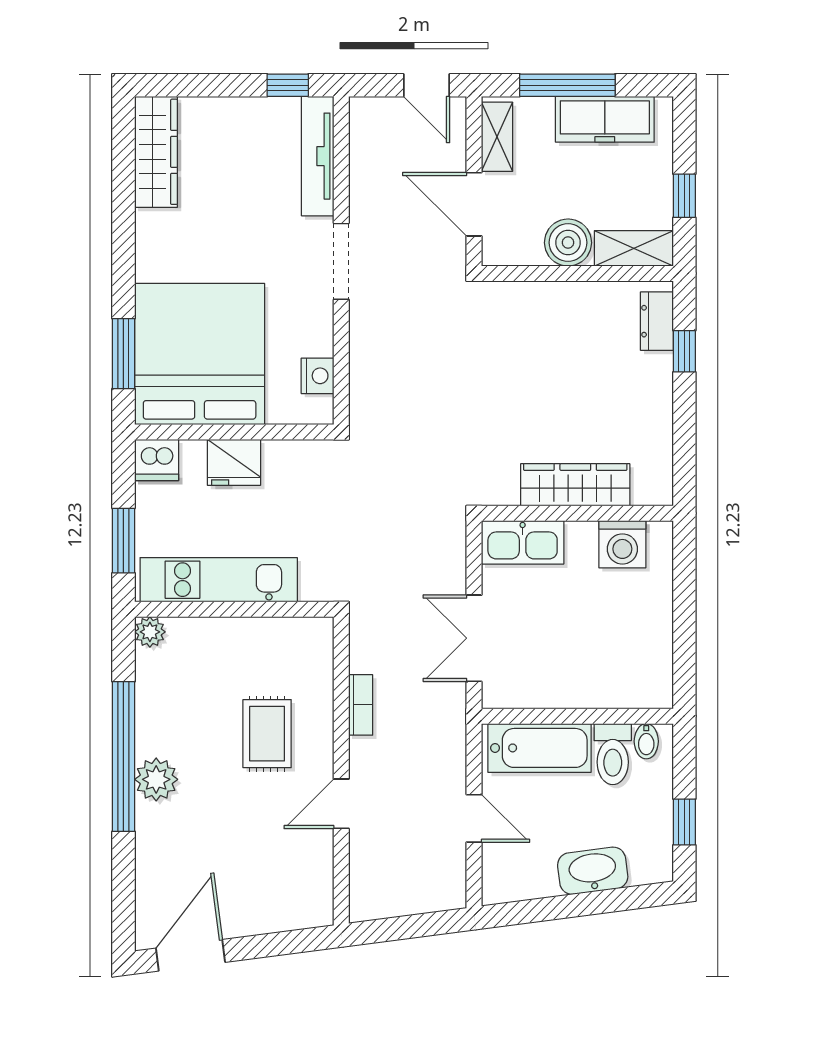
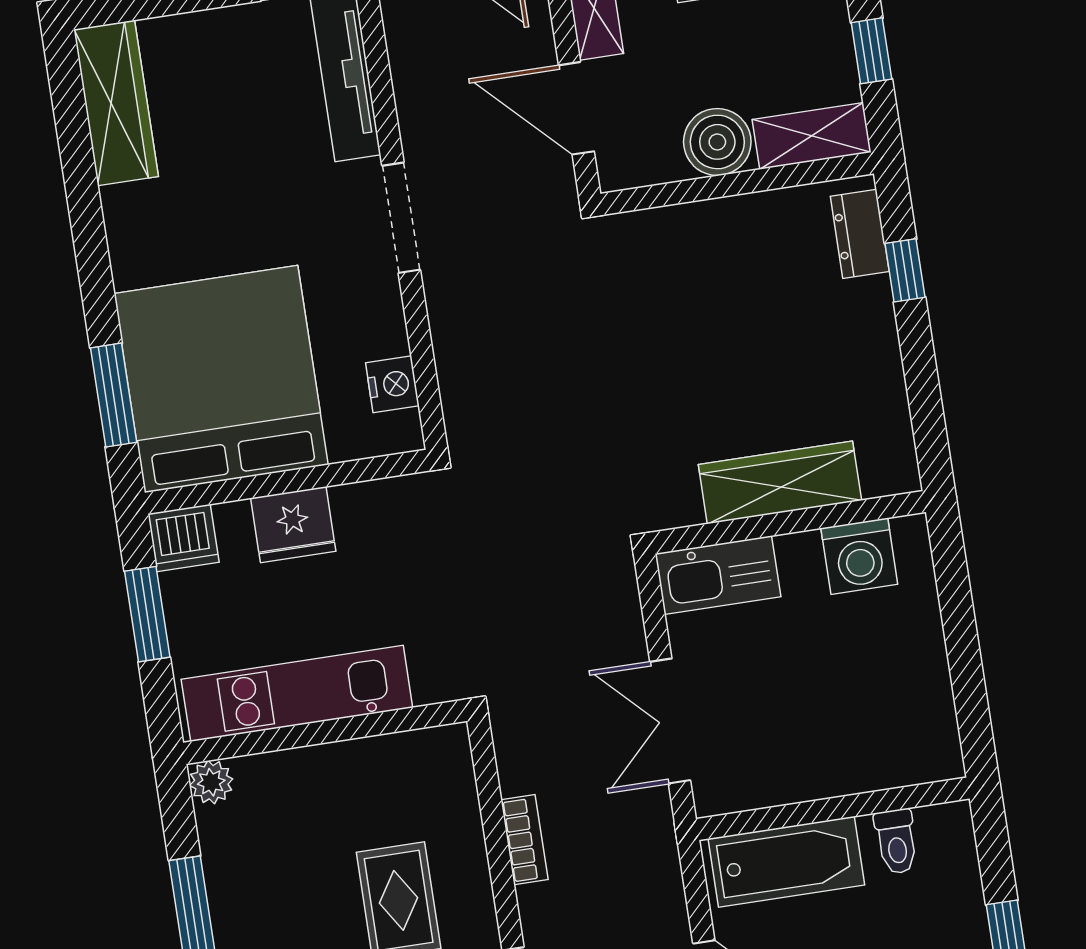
window: (123, 541) -> (147, 614), moved
bidet: (646, 741) -> (936, 829), removed
toilet: (613, 754) -> (896, 842), width x0.73, depth x0.72

